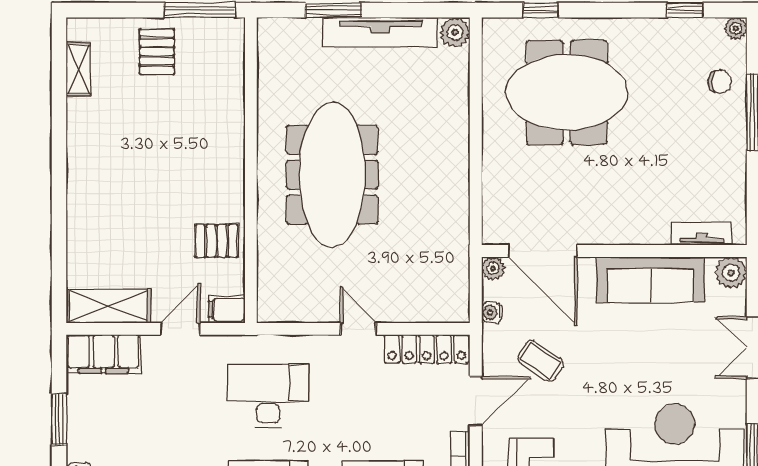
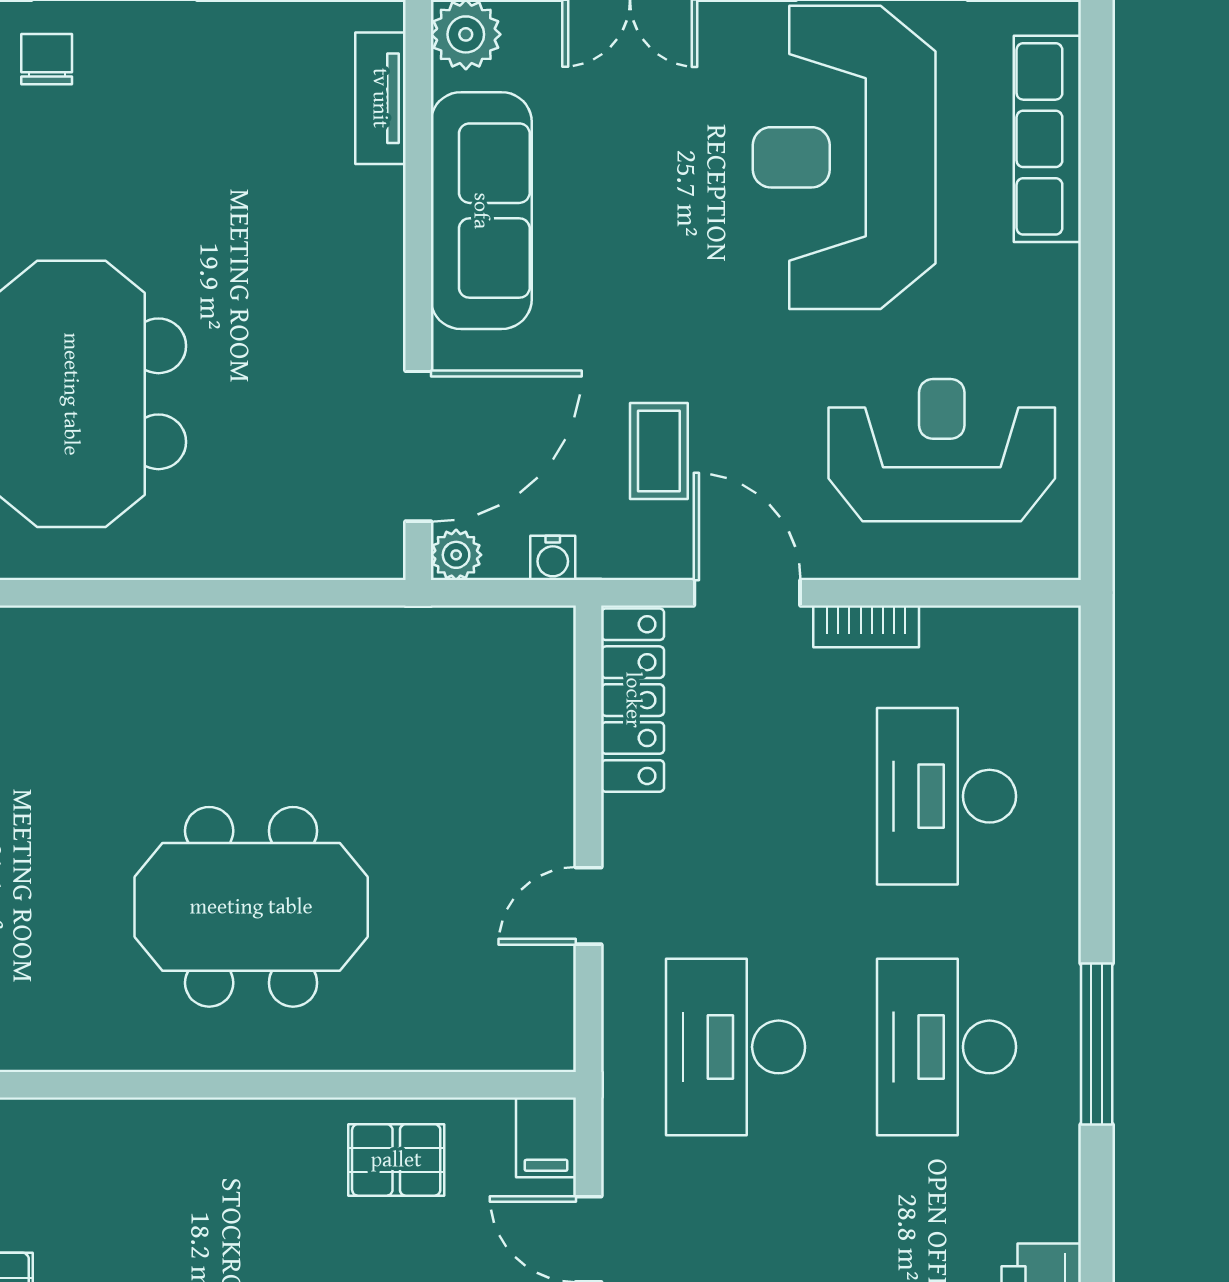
meeting table: (332, 175) -> (251, 907), width x0.73
pallet: (217, 241) -> (396, 1160), turned 90
door: (358, 329) -> (589, 906), moved
coffee table: (540, 361) -> (659, 451), turned -34

